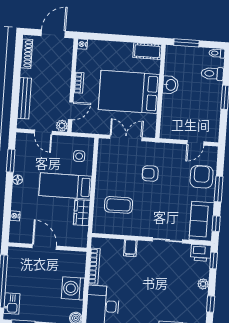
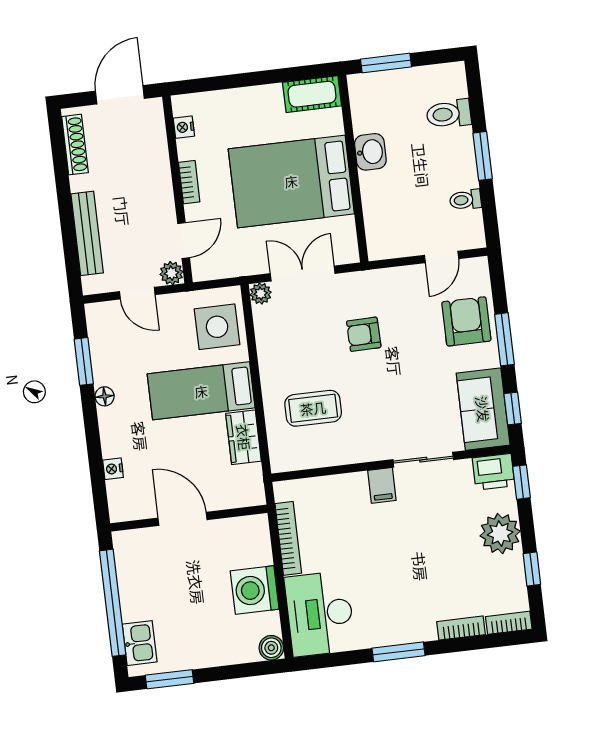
nightstand: (82, 44) -> (184, 127), moved
toilet: (217, 53) -> (465, 200), moved
plant: (104, 144) -> (261, 294), added
side table: (79, 156) -> (217, 327), width x1.87, depth x1.87
filing cabinet: (130, 248) -> (382, 485), moved
plant: (203, 284) -> (500, 534), width x1.88, depth x1.88

